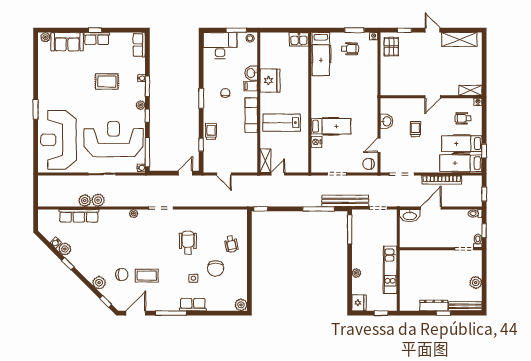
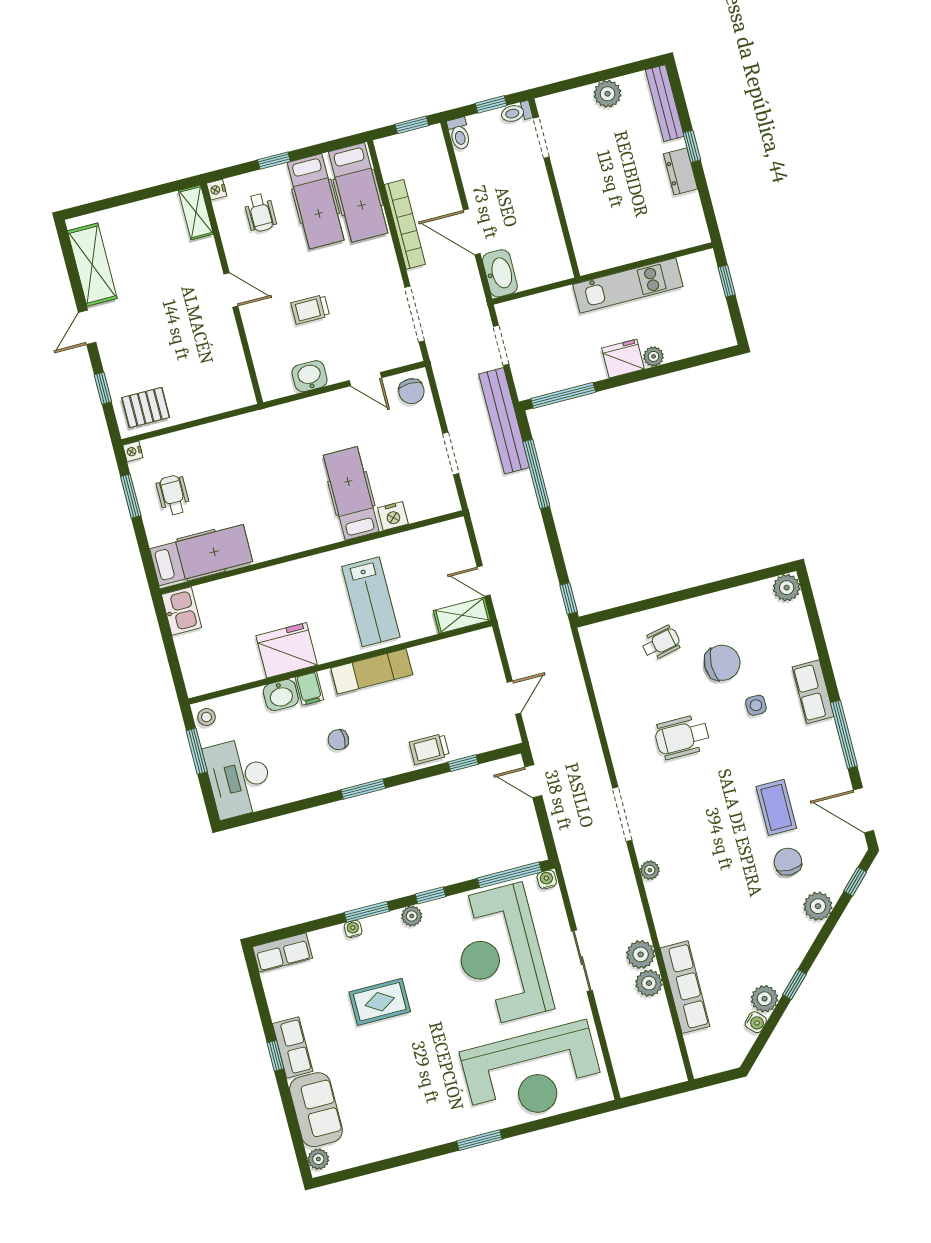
rug: (107, 82) -> (380, 1002), turned 90
window: (484, 151) -> (274, 161), moved
fridge: (359, 303) -> (623, 359), moved
dresser: (434, 306) -> (681, 171), width x0.70

